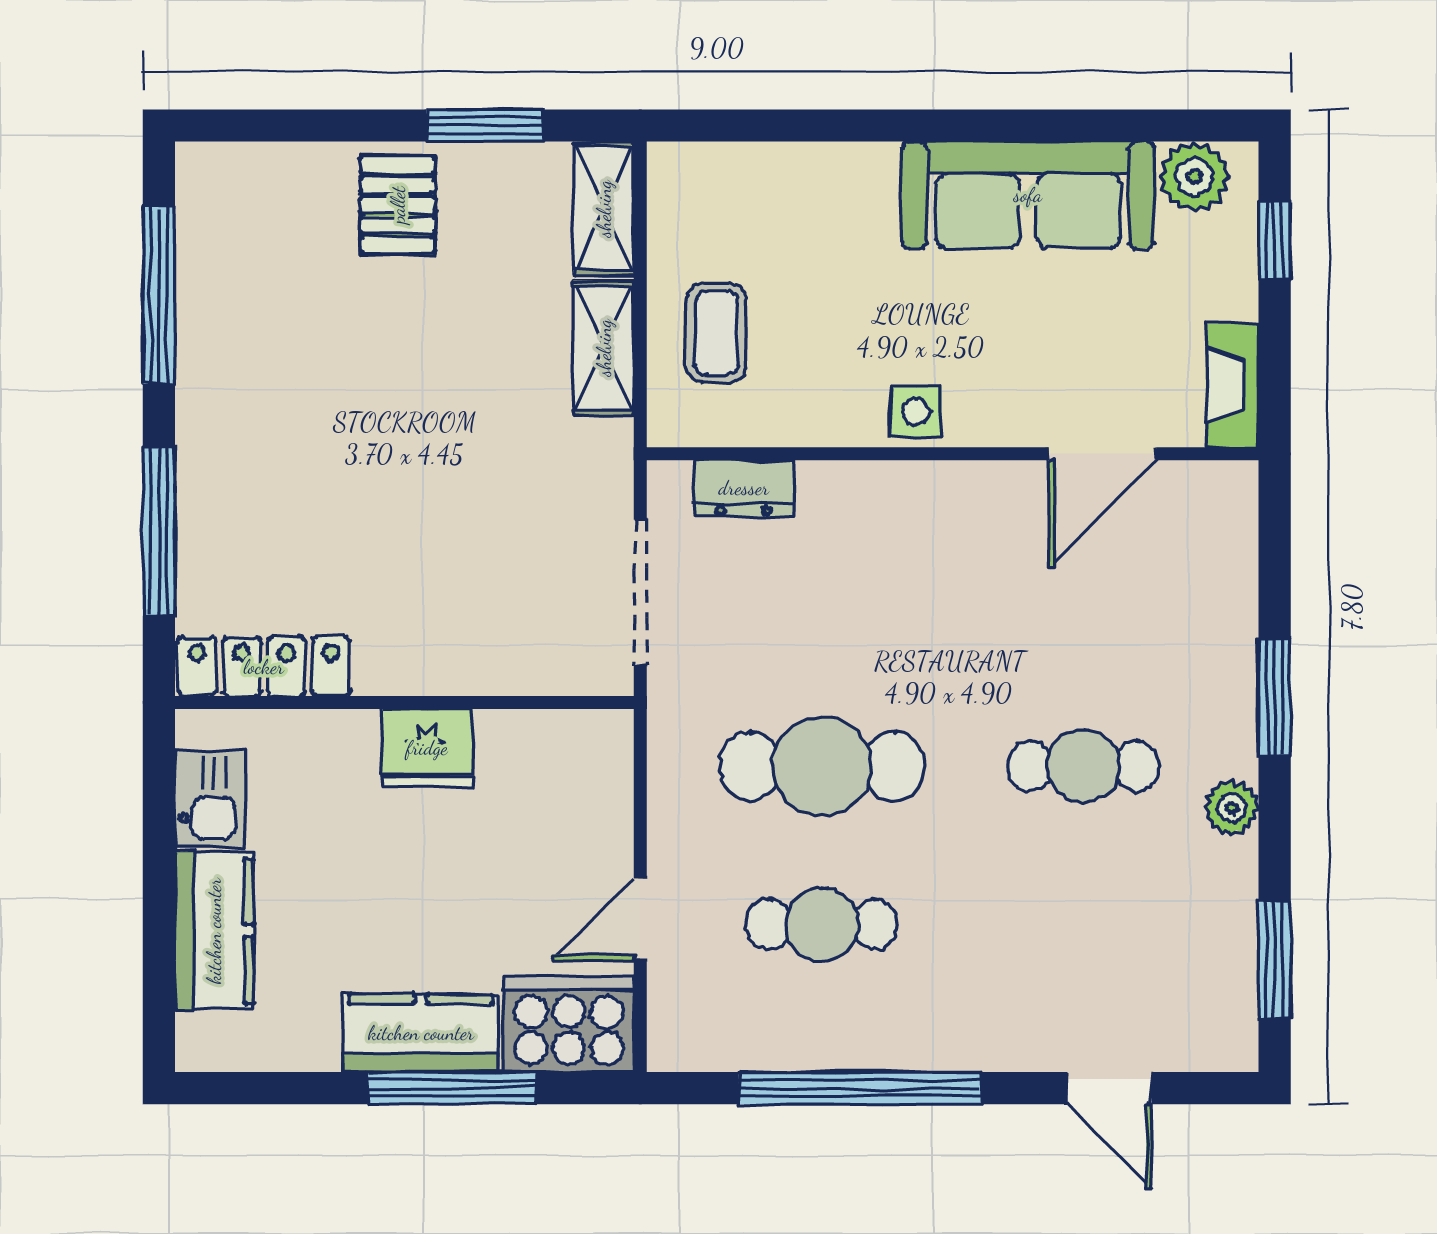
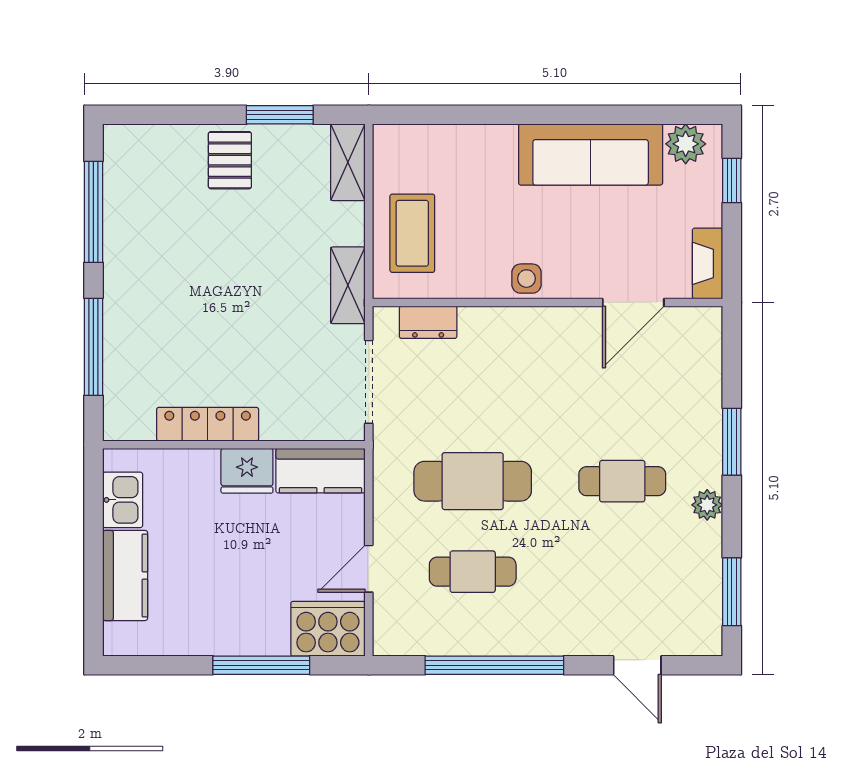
coffee table: (716, 333) -> (412, 233), width x1.36, depth x1.30
shelving: (604, 348) -> (348, 285), moved
locker: (264, 667) -> (208, 424), moved
kitchen counter: (421, 1033) -> (321, 471), moved, turned 180

